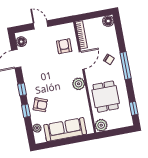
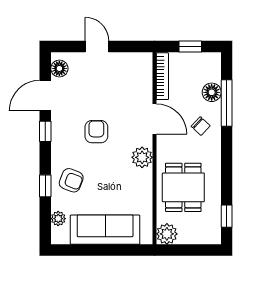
window: (94, 15) -> (190, 46), added
floor lamp: (108, 21) -> (212, 92), moved
armchair: (64, 46) -> (96, 132), moved
door: (82, 60) -> (154, 119), hinge flipped
window: (126, 66) -> (227, 103), moved
window: (22, 89) -> (45, 131), moved

